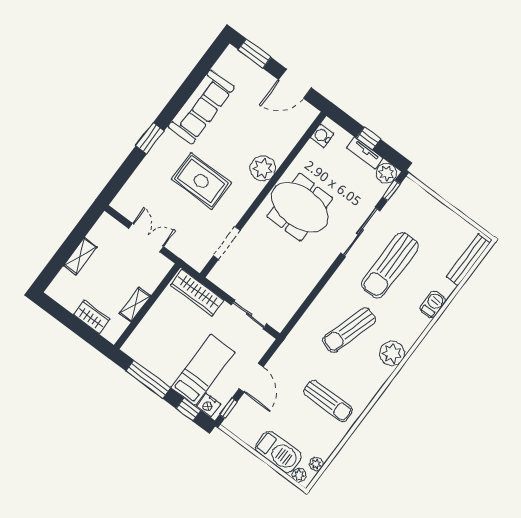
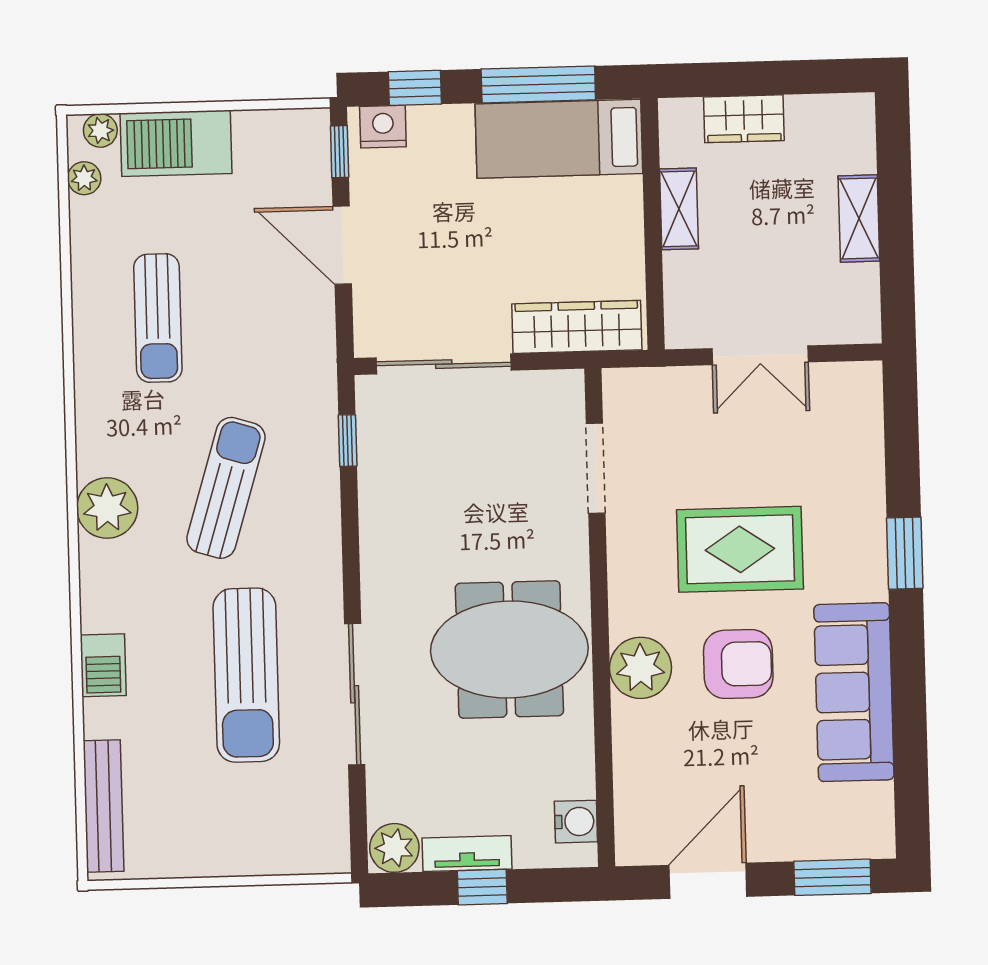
armchair: (231, 145) -> (738, 664), added
window: (391, 190) -> (348, 441), moved
sun lounger: (390, 265) -> (246, 675), turned 180
sliding door: (249, 314) -> (444, 364), width x1.37
bed: (203, 370) -> (559, 139), moved, turned 90
sun lounger: (328, 401) -> (158, 318), turned -90

